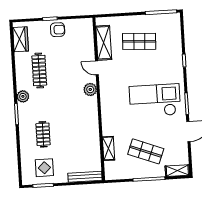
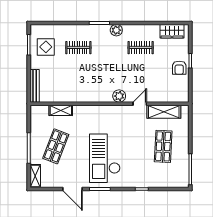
clothes rail: (39, 71) -> (141, 48), width x0.73
checkout: (155, 100) -> (105, 158), turned 180

